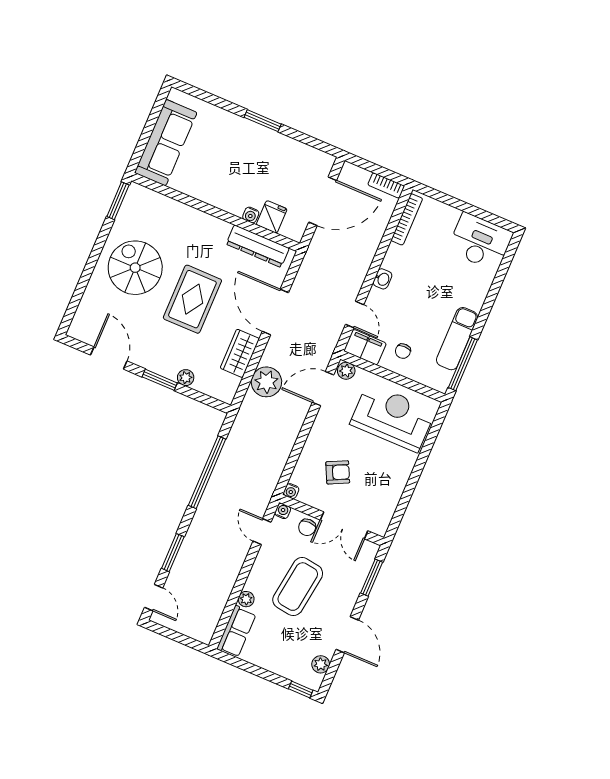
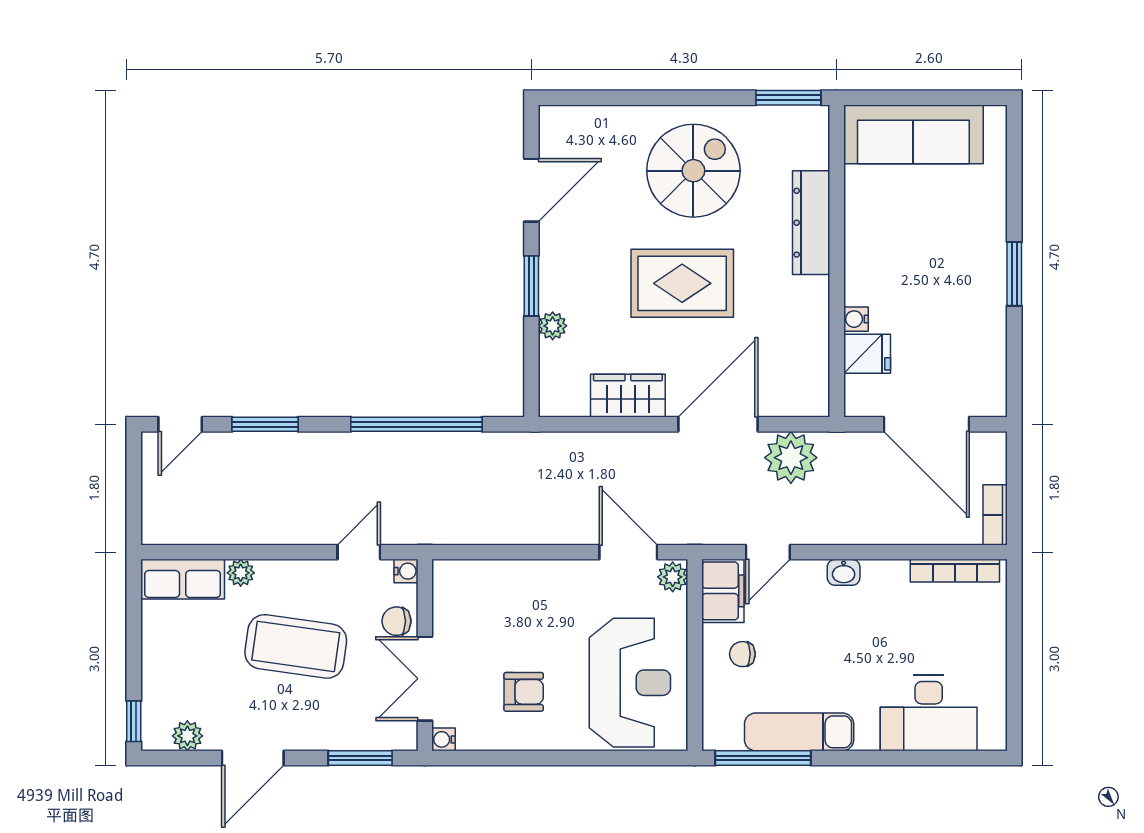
desk: (480, 242) -> (929, 713), moved, turned 90
dresser: (258, 246) -> (811, 223), moved
plant: (266, 382) -> (791, 458), moved
armchair: (338, 472) -> (524, 692), moved, turned -64
water cooler: (291, 491) -> (443, 739), moved

